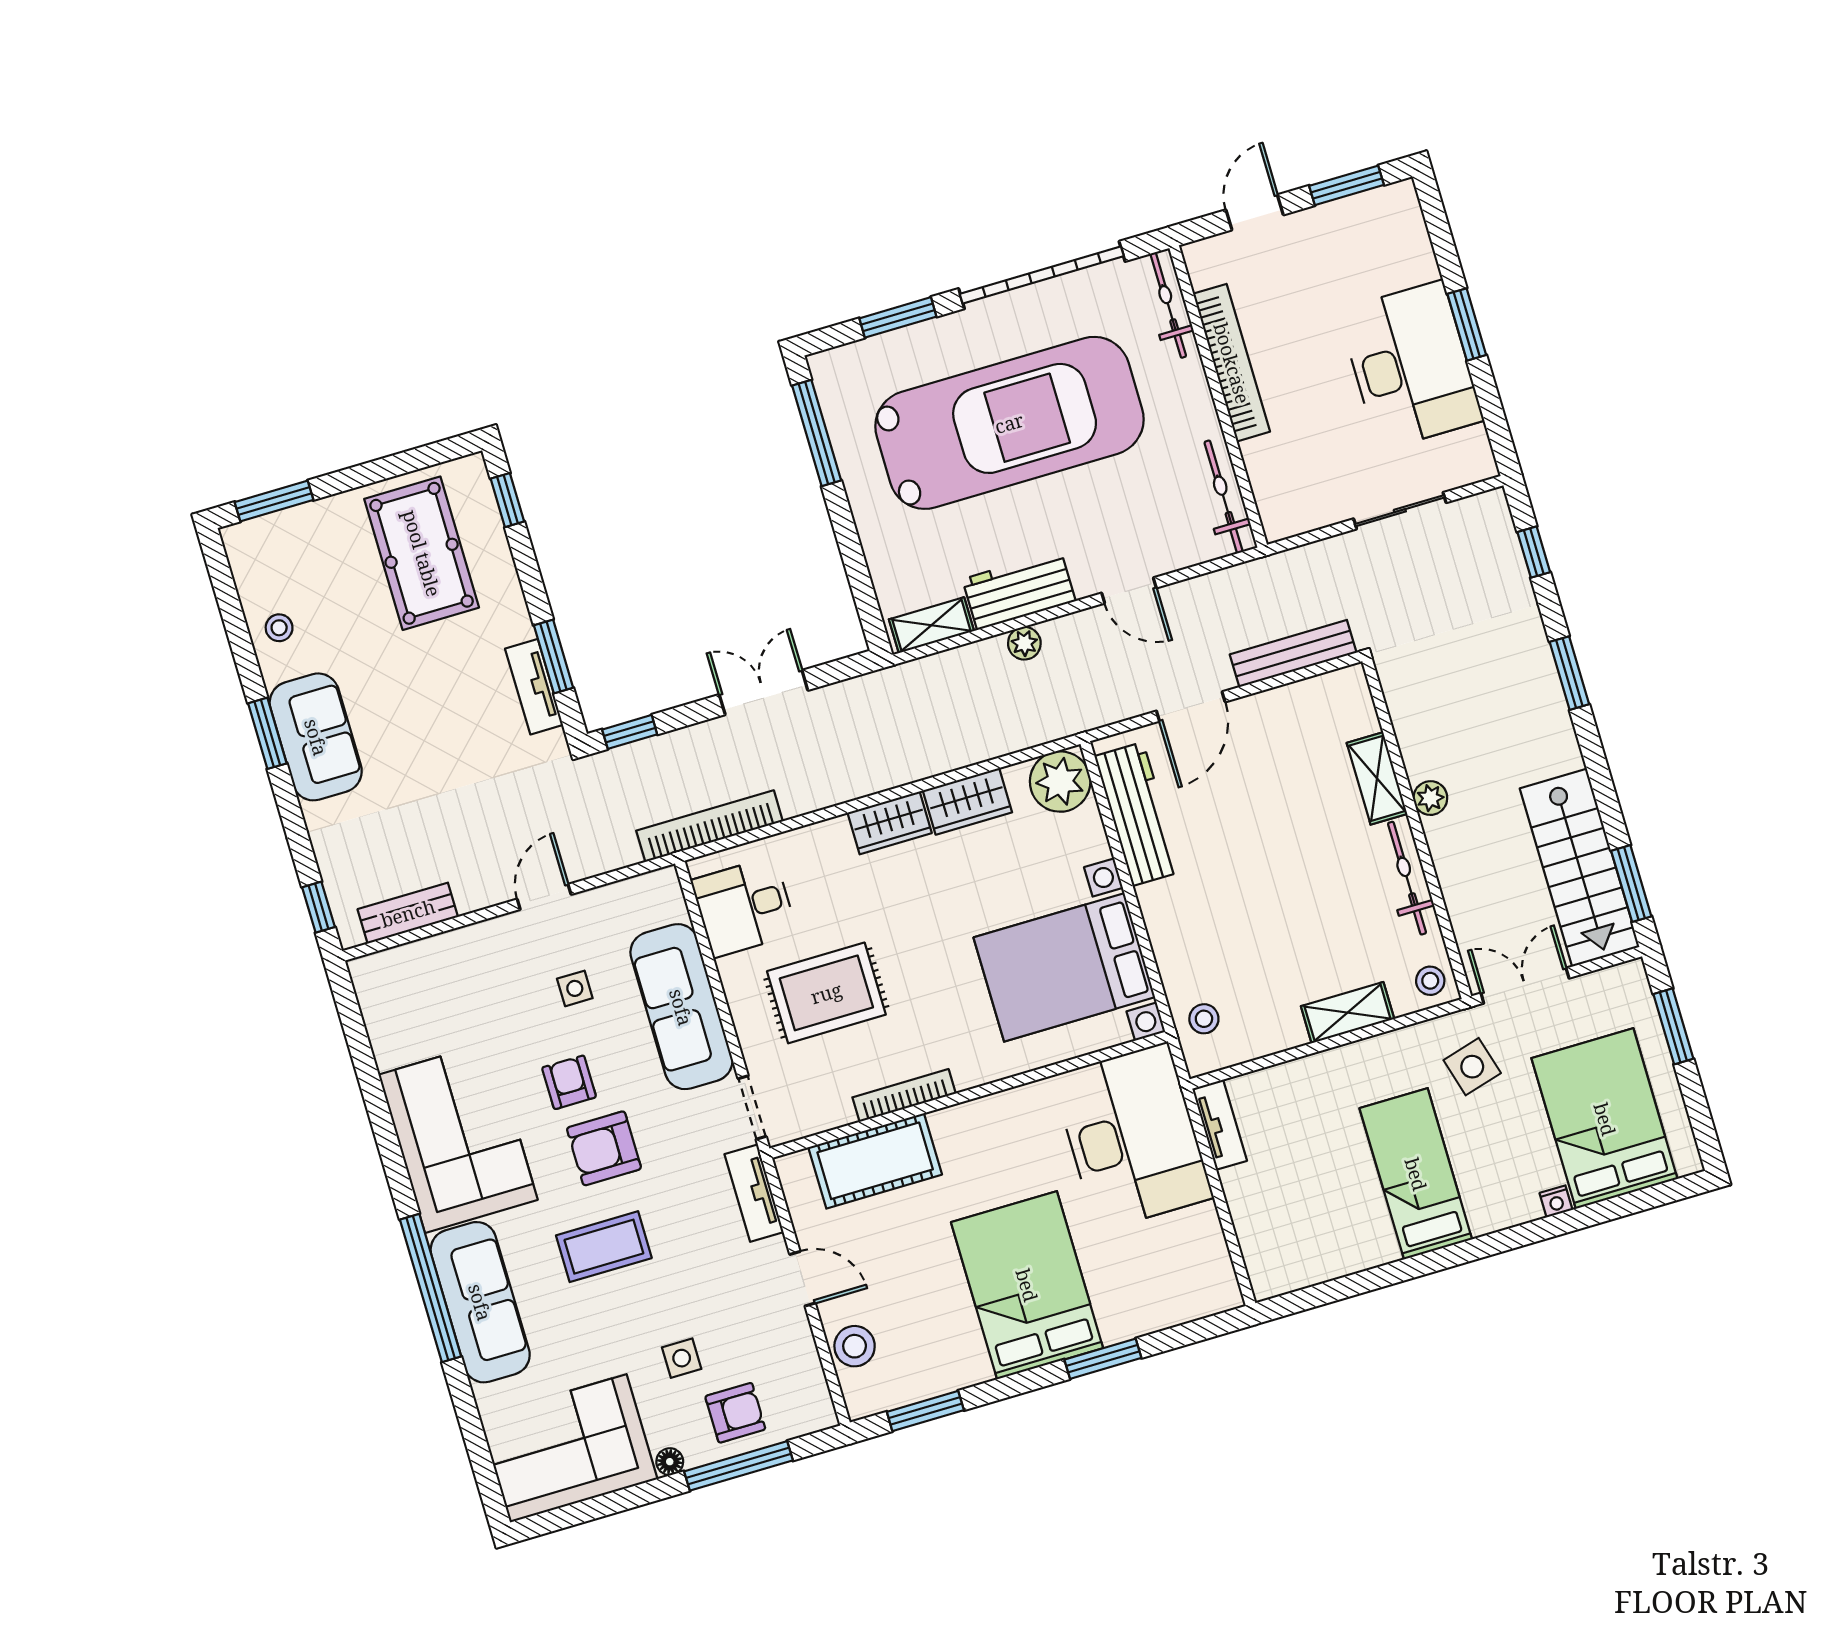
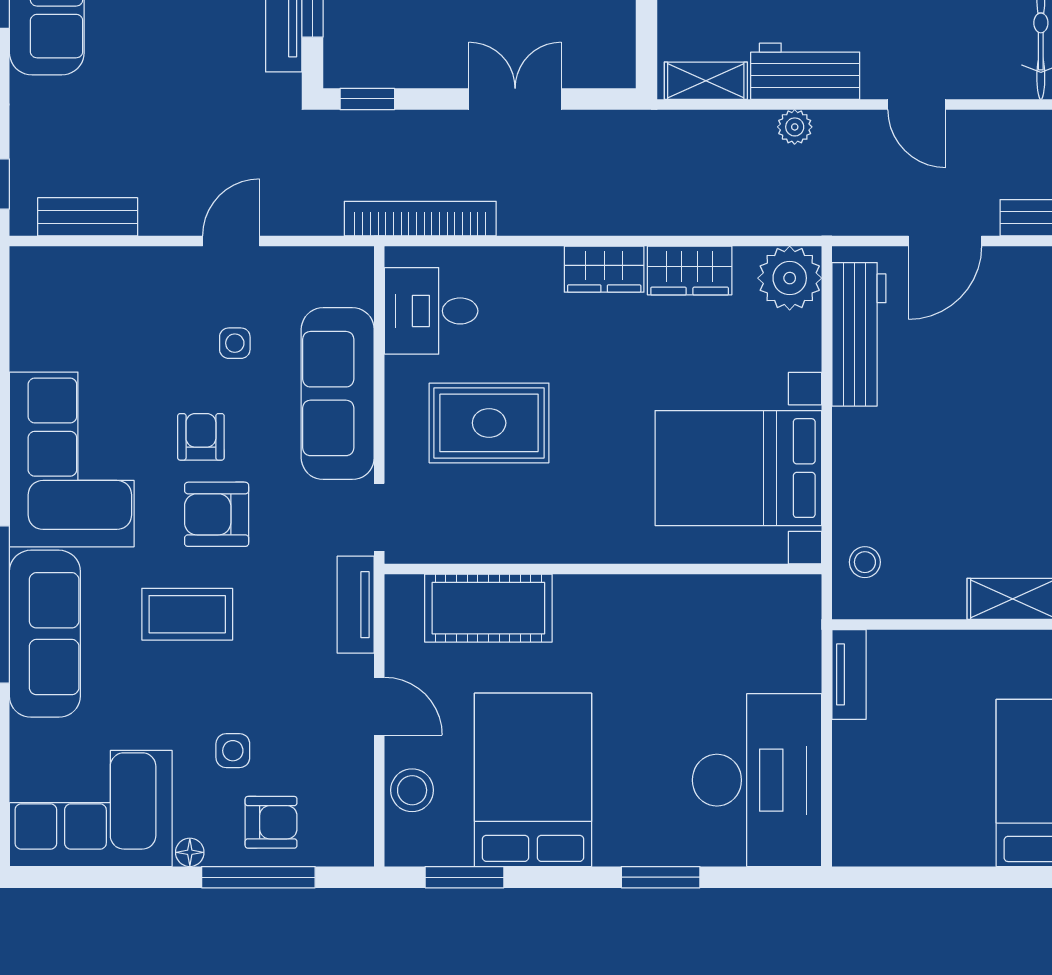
bookcase: (904, 1095) -> (537, 550), removed
desk: (1132, 1137) -> (757, 780), moved
bed: (1027, 1285) -> (533, 780), moved

